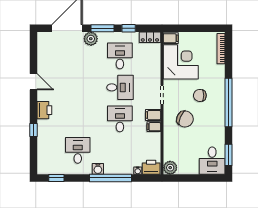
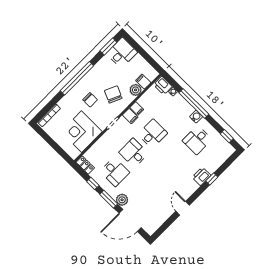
filing cabinet: (171, 38) -> (143, 82), moved
desk: (120, 56) -> (115, 172), turned -90
printer: (44, 110) -> (201, 176), moved
desk: (120, 119) -> (153, 134), turned 180
plant: (170, 168) -> (136, 90), moved

